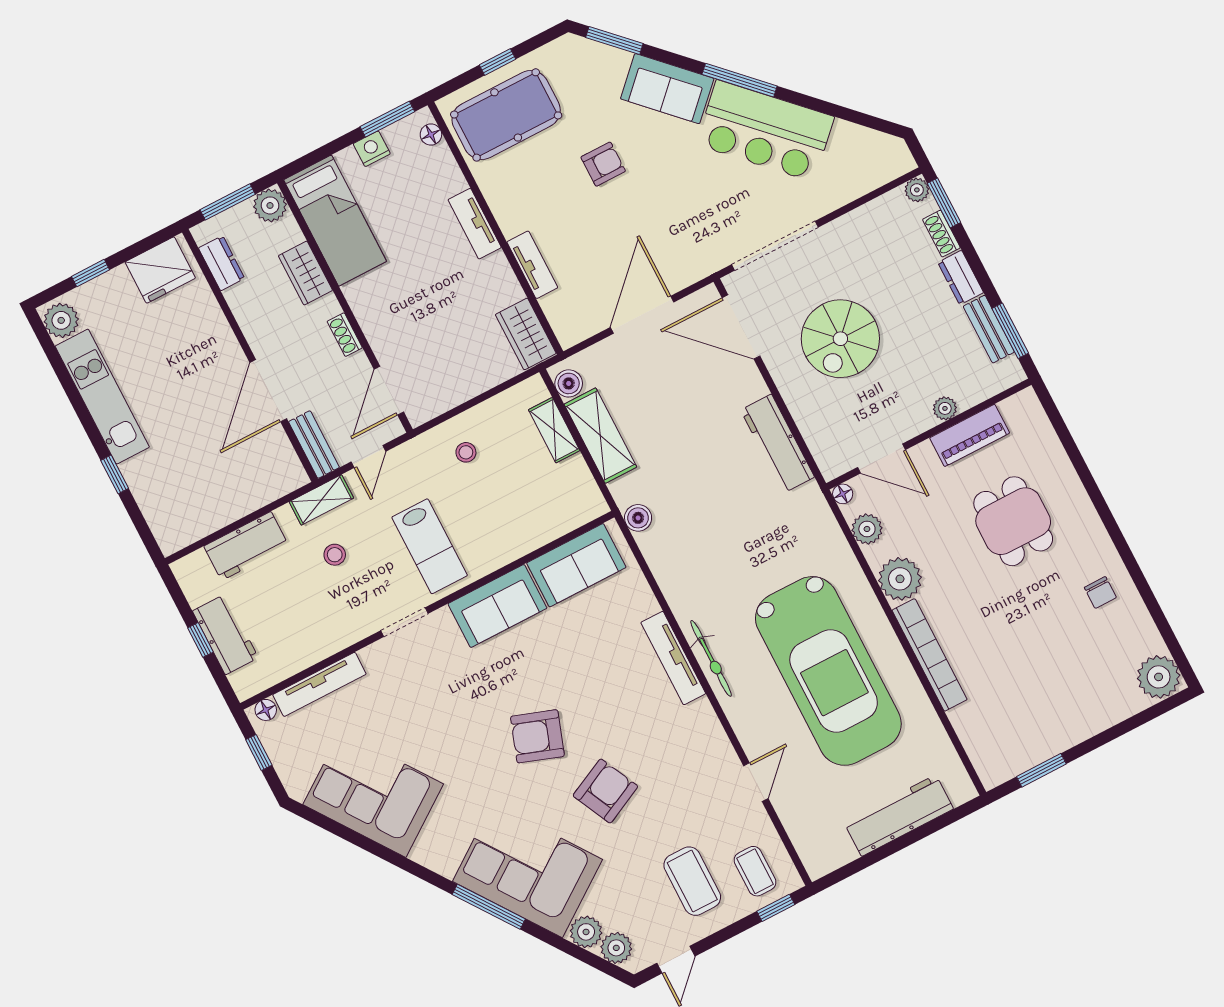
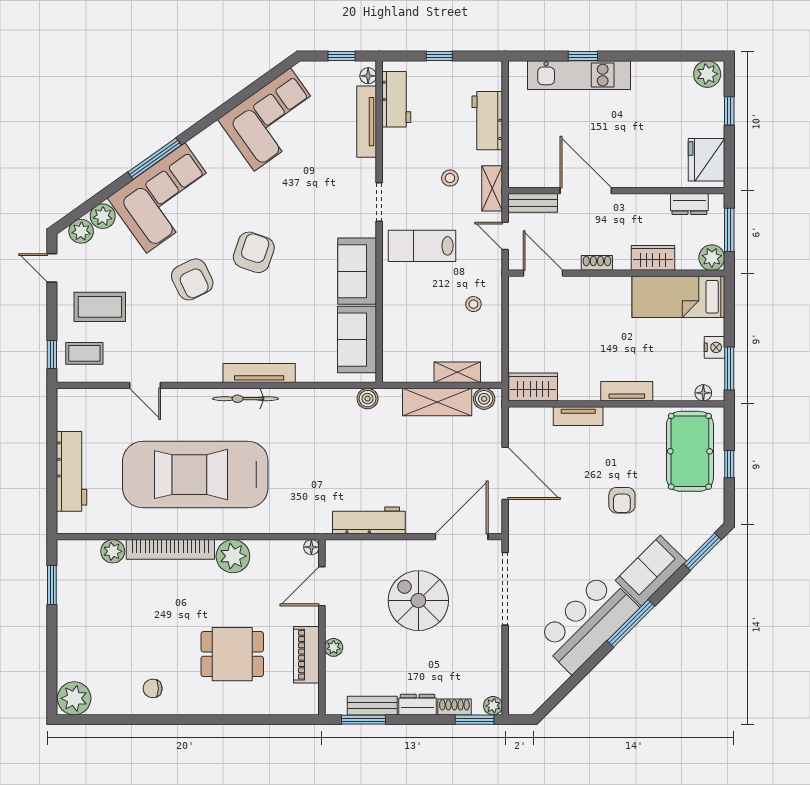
kitchen unit: (102, 397) -> (579, 75), moved
plant: (867, 529) -> (113, 551), moved
workbench: (225, 634) -> (396, 99), moved, turned -90

